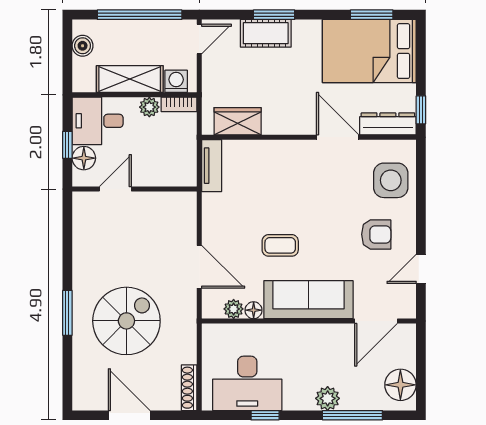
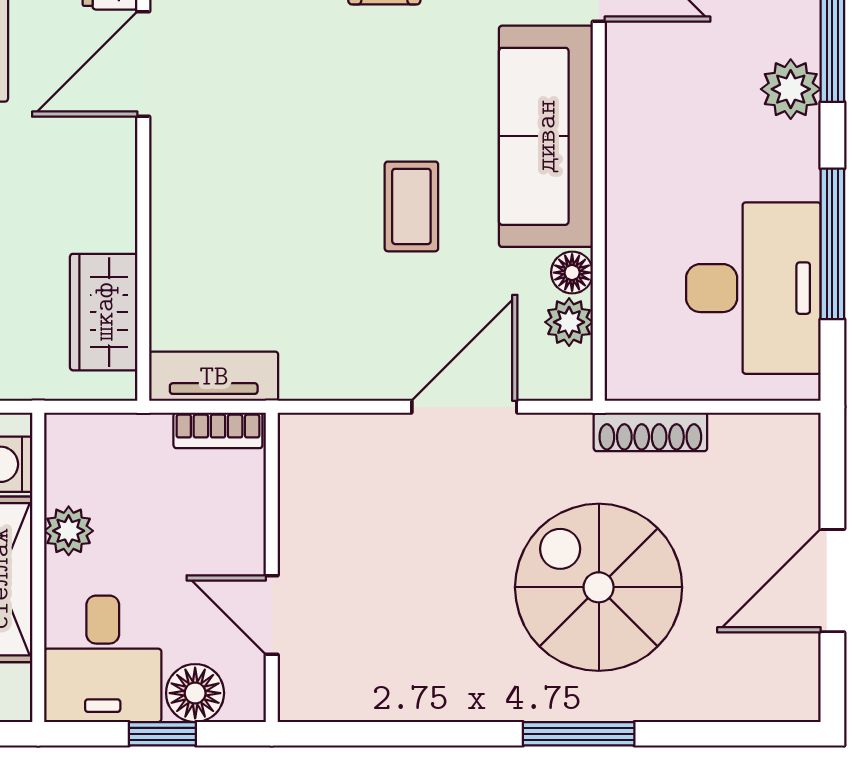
bookcase: (179, 104) -> (218, 430), moved, turned 90
shoe rack: (189, 388) -> (650, 432), moved
window: (265, 415) -> (832, 244), width x2.17

